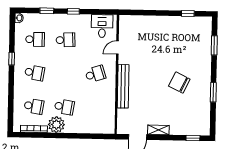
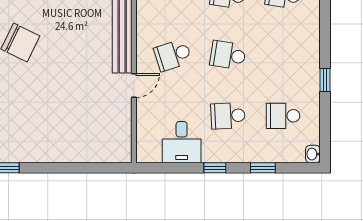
desk: (102, 26) -> (182, 142), moved
door: (117, 48) -> (134, 86), moved
school desk: (34, 73) -> (228, 55), moved

